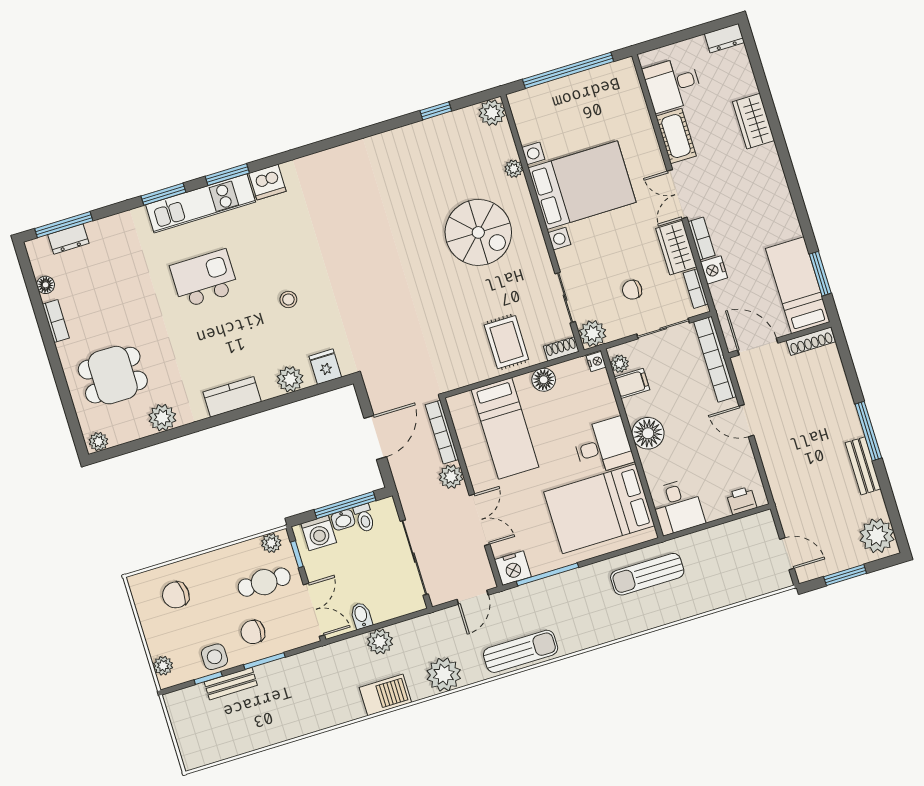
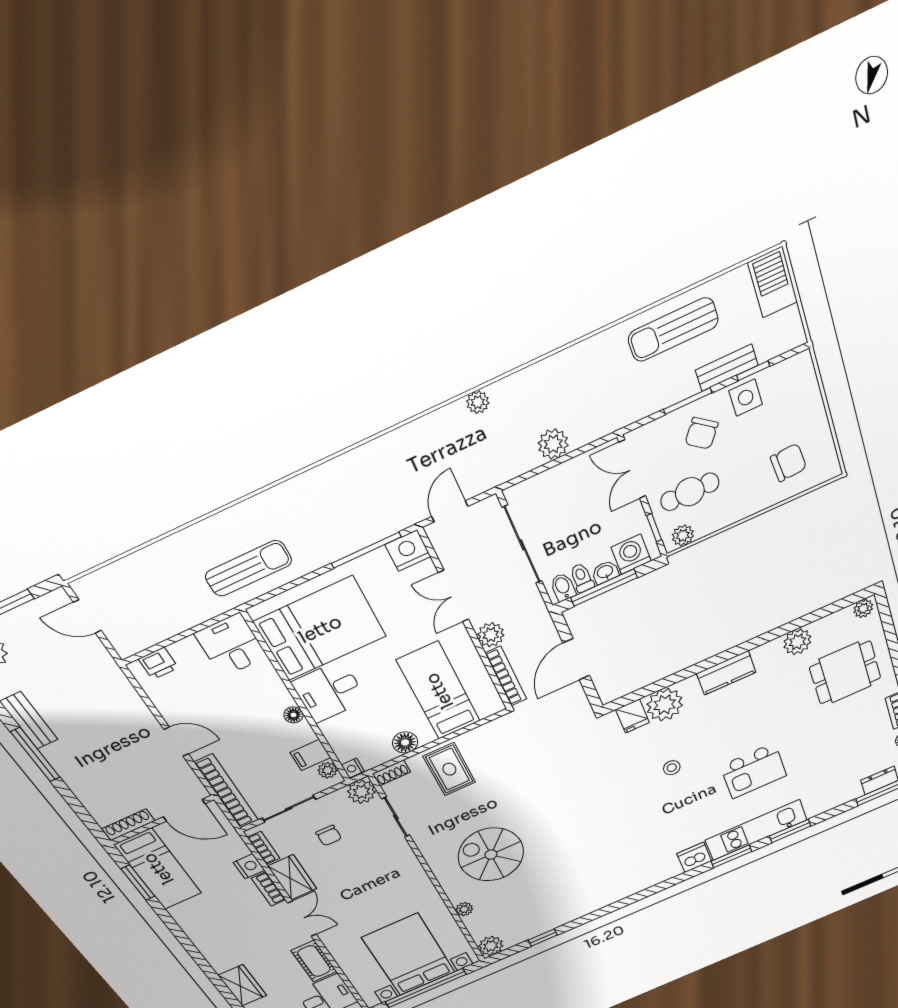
bed with nightstands: (582, 185) -> (409, 955), moved, turned 90
chair: (632, 290) -> (329, 836), turned 90
plant: (290, 379) -> (665, 705), width x1.36, depth x1.36
floor lamp: (648, 433) -> (294, 715), width x0.53, depth x0.53
bidet: (361, 616) -> (563, 587), moved, turned 180
chair: (253, 632) -> (702, 433), turned 127
sun lounger: (521, 651) -> (673, 330), moved
plant: (163, 666) -> (805, 378), removed
plant: (444, 675) -> (478, 402), width x0.53, depth x0.53
barbecue: (385, 695) -> (773, 282), moved, turned 90

